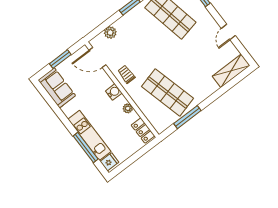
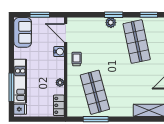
plant: (110, 33) -> (111, 23), moved
water cooler: (114, 92) -> (59, 52), moved

